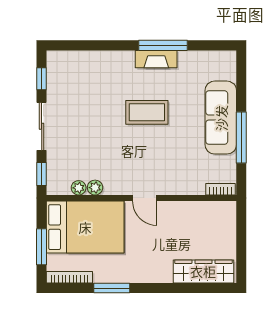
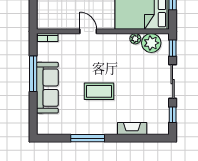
fireplace: (156, 59) -> (132, 128), moved
plant: (79, 188) -> (151, 43), width x1.87, depth x1.87
door: (145, 198) -> (88, 31), moved

